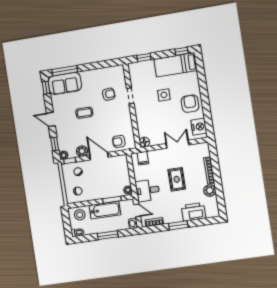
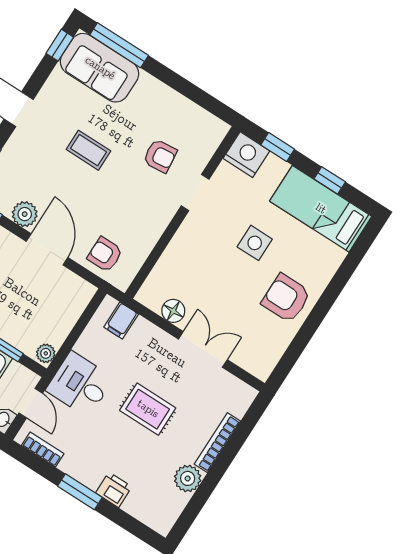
window: (181, 51) -> (330, 180), moved
armchair: (190, 104) -> (286, 298), turned -90
nightstand: (199, 127) -> (246, 155), moved, turned -90
floor lamp: (144, 142) -> (173, 311), moved
rug: (177, 179) -> (148, 409), turned 90
printer: (194, 212) -> (114, 490), width x0.53, depth x0.68

